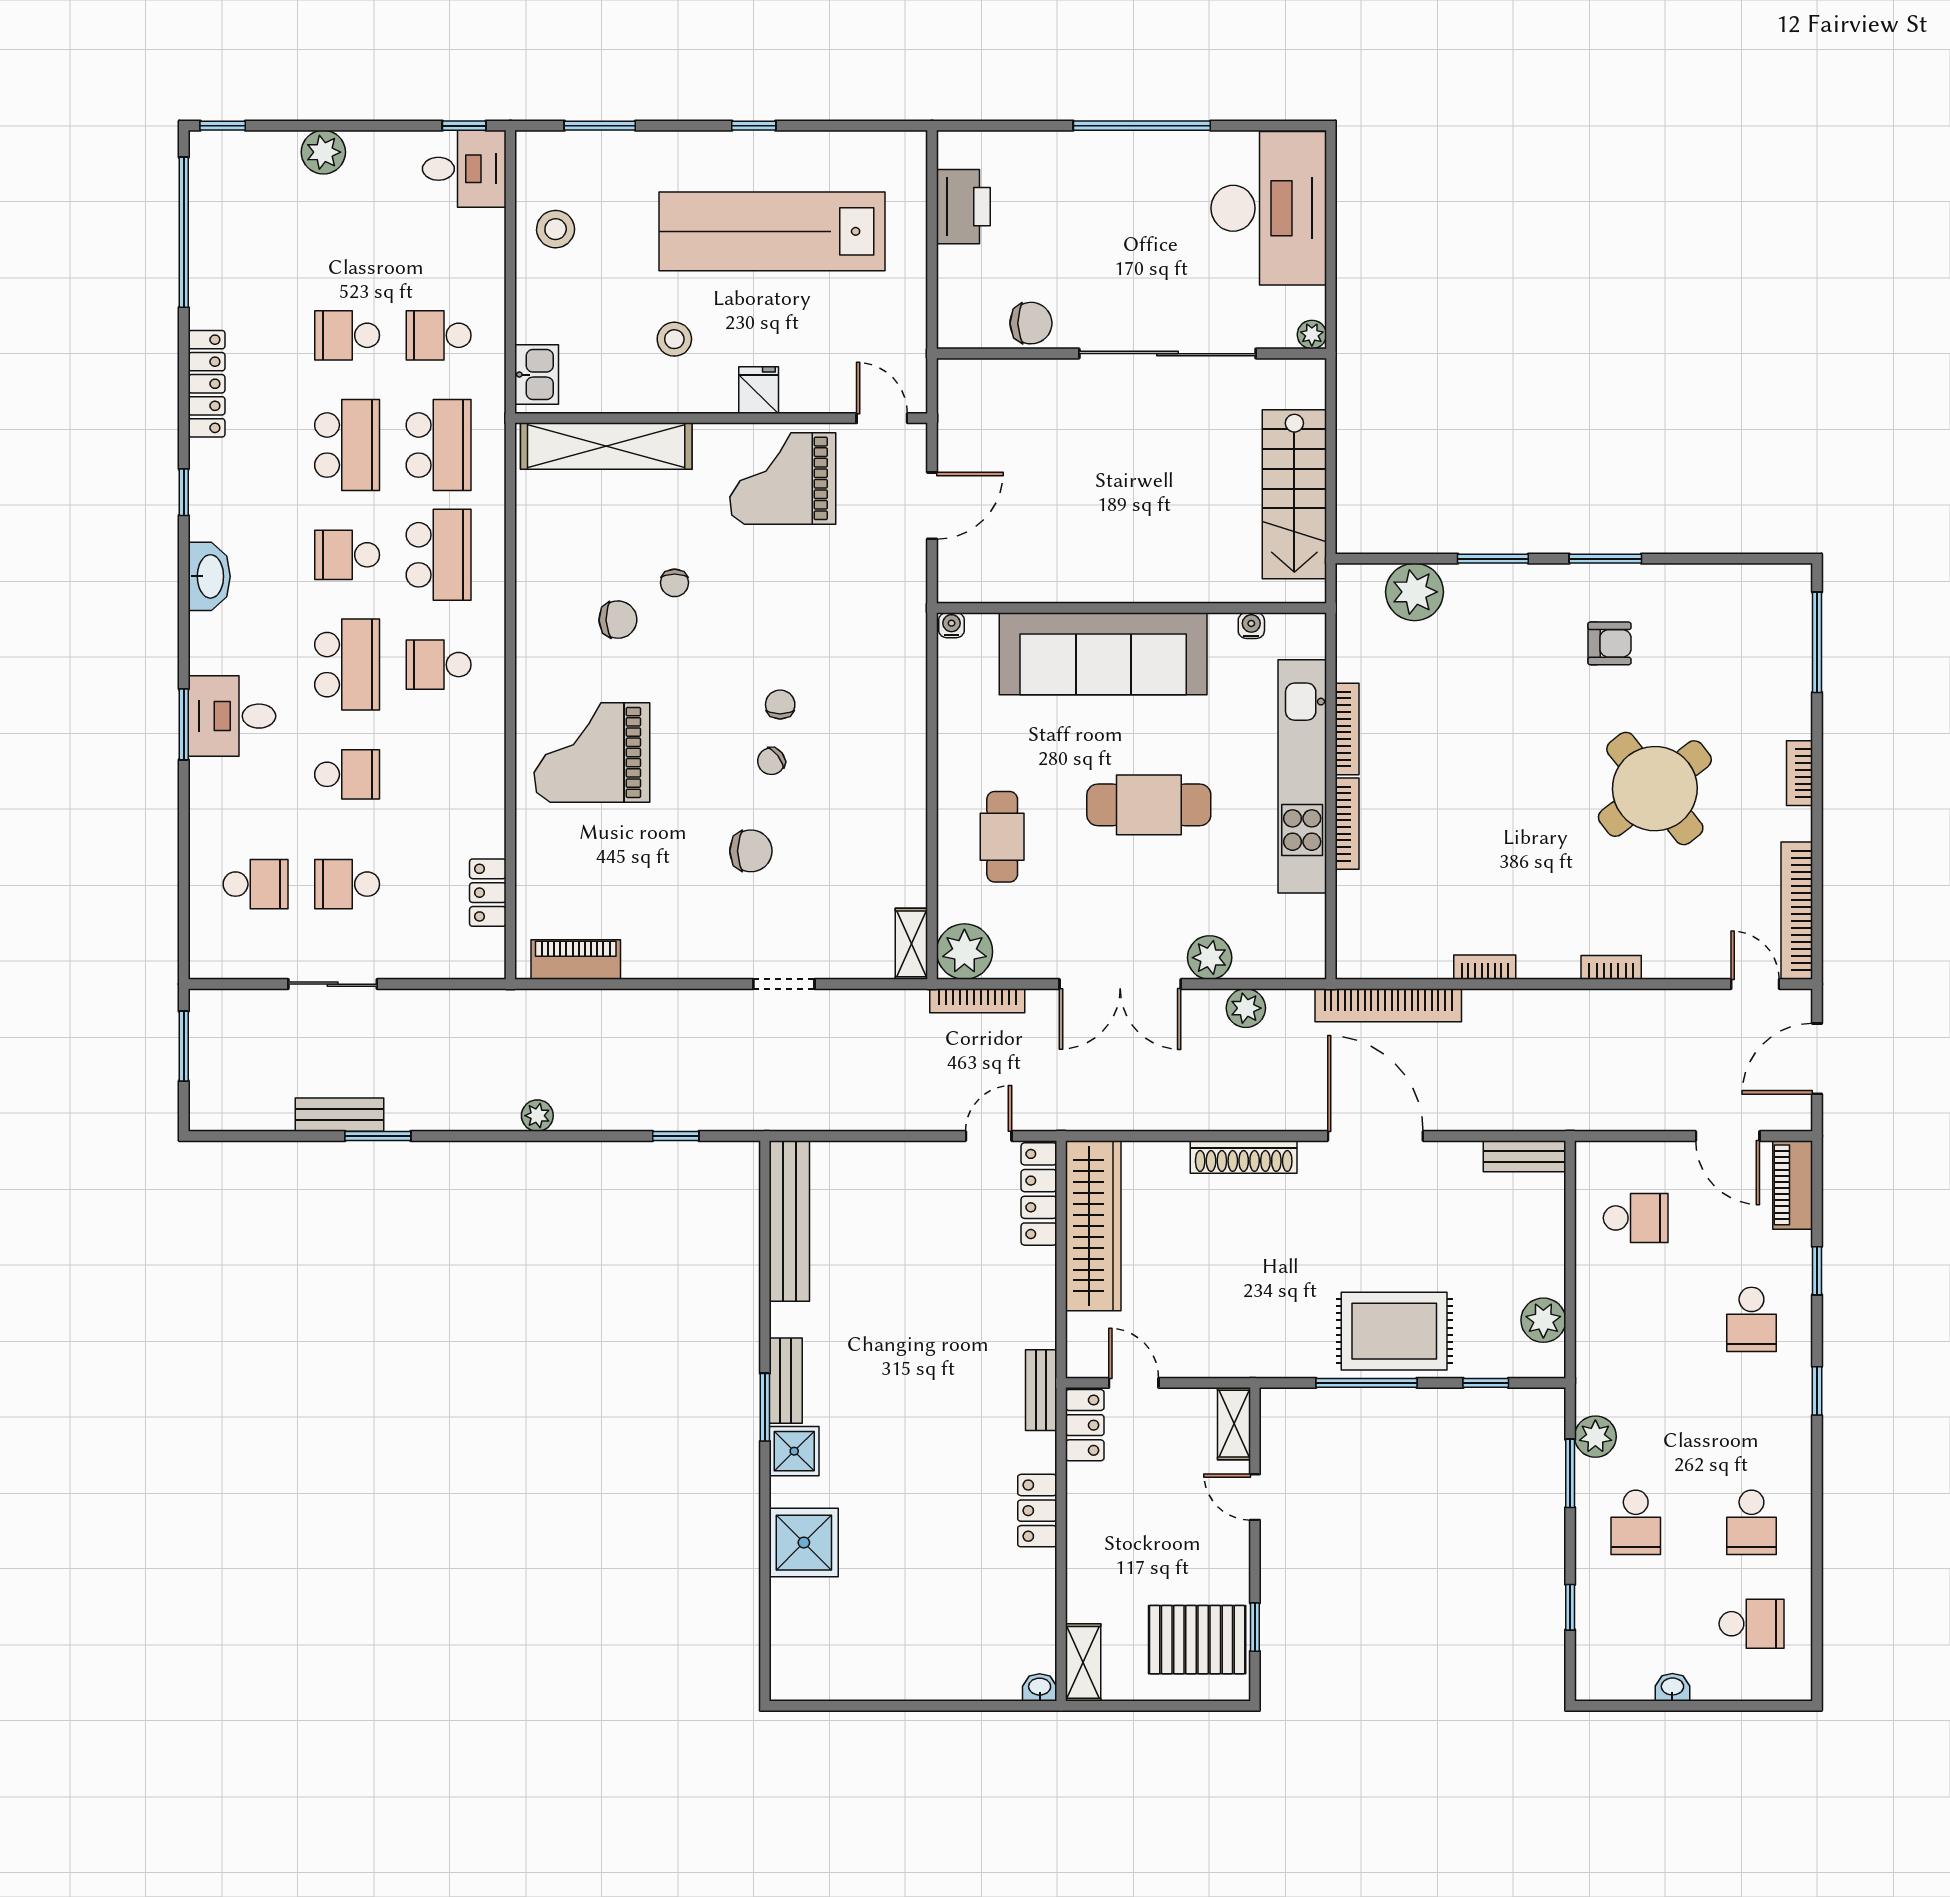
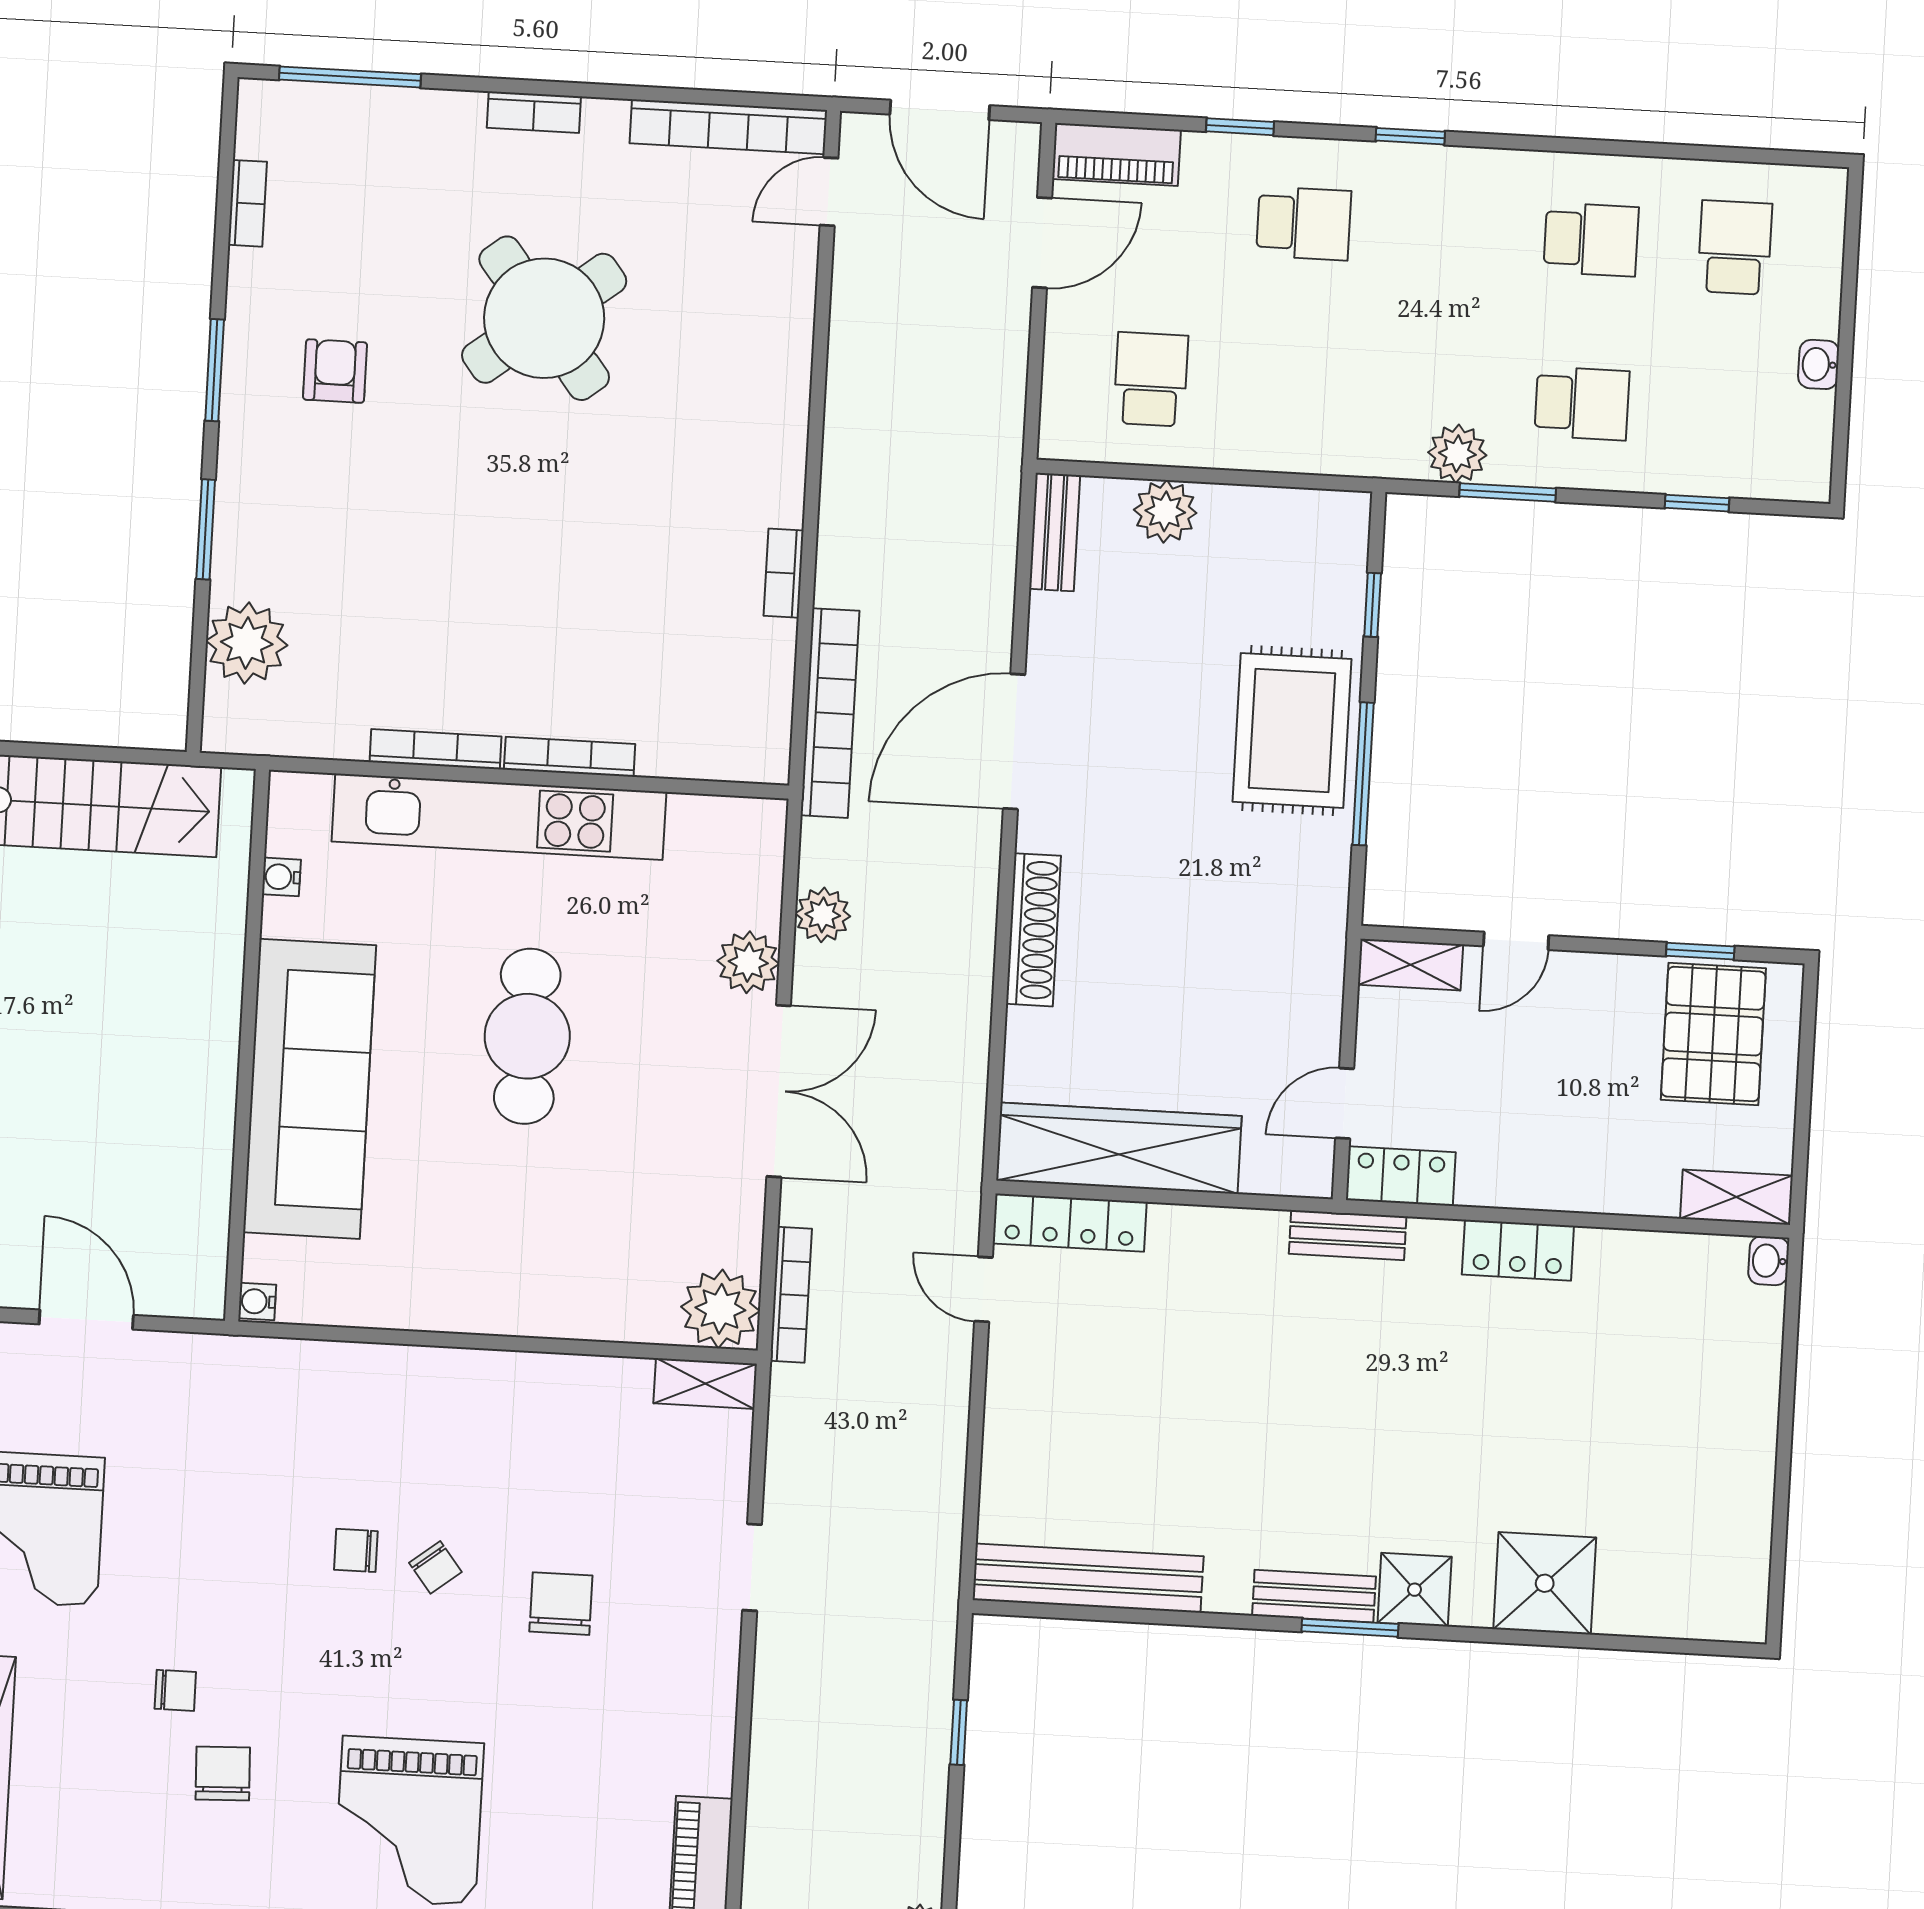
cafe table: (1002, 837) -> (561, 1247), removed
bookcase: (1611, 967) -> (247, 203), moved, turned 180
plant: (1543, 1320) -> (1165, 511), moved

